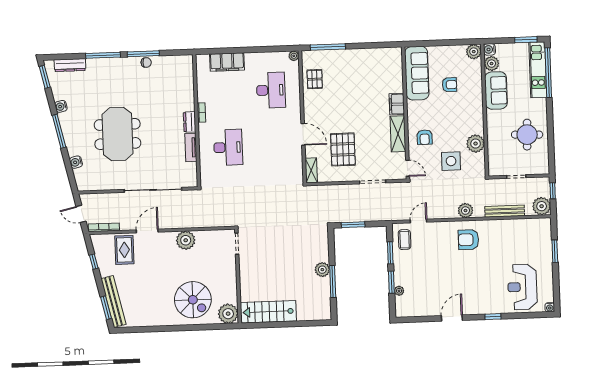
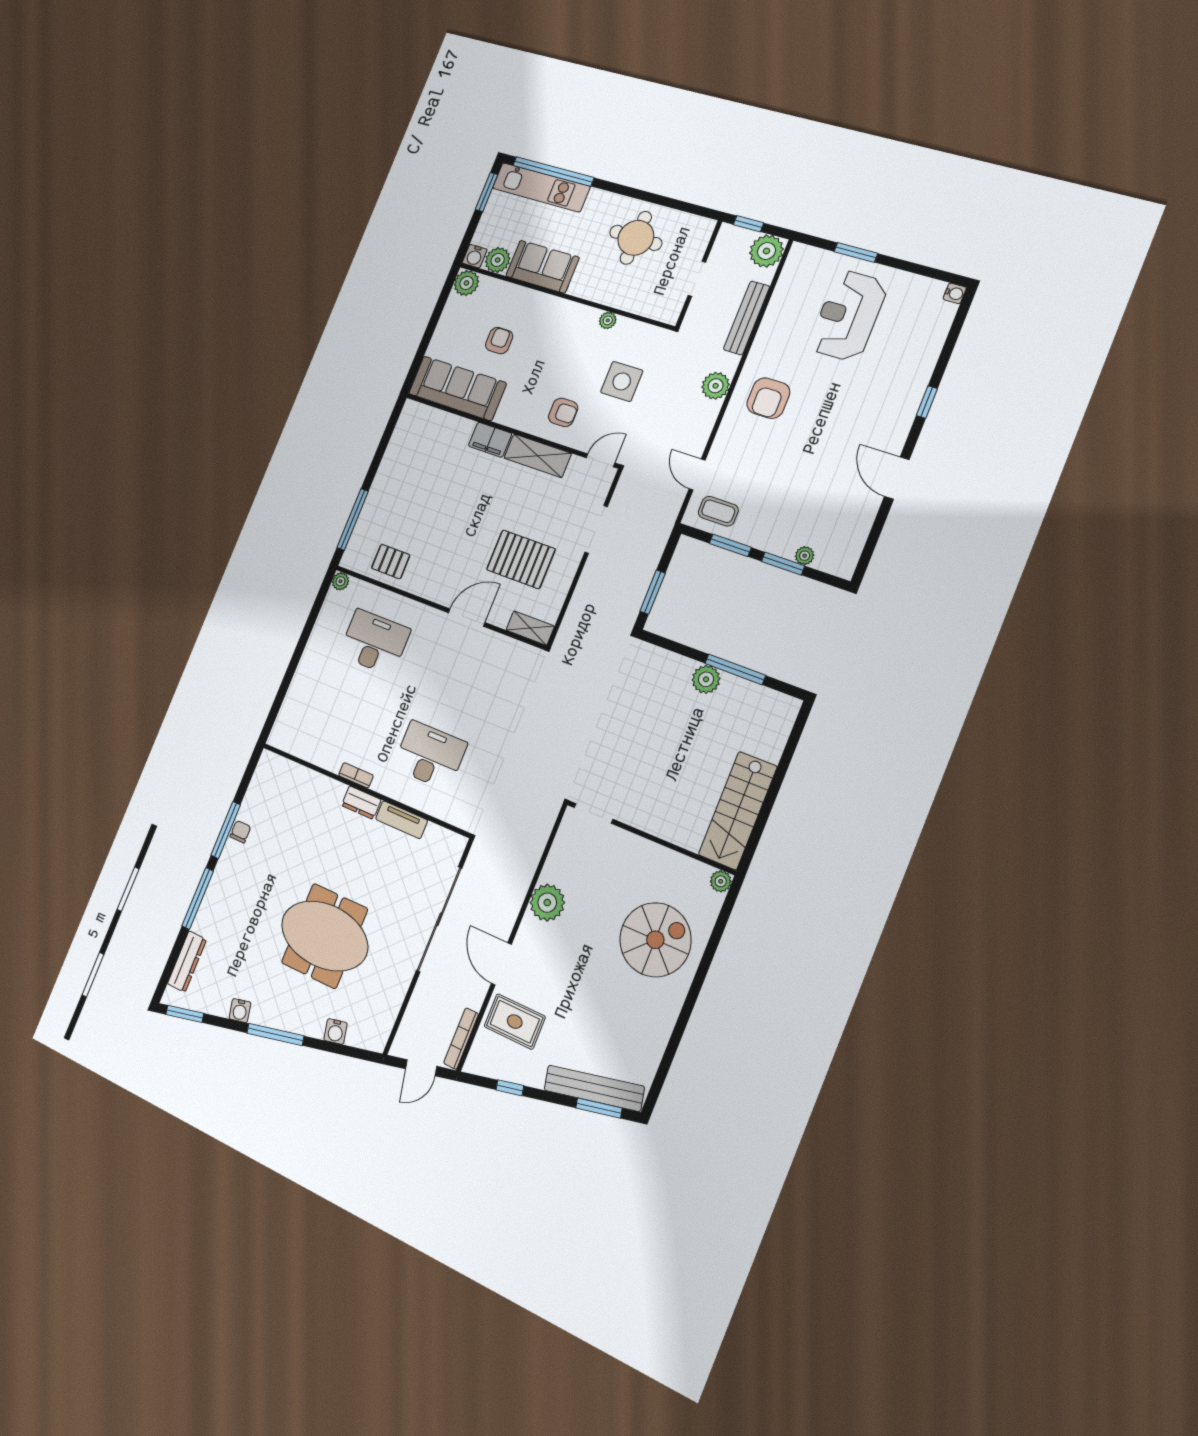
filing cabinet: (227, 62) -> (300, 696), removed
plant: (476, 144) -> (608, 320), width x0.53, depth x0.53
reception desk: (522, 287) -> (848, 316), moved, turned 90
plant: (228, 314) -> (721, 881), width x0.53, depth x0.53

